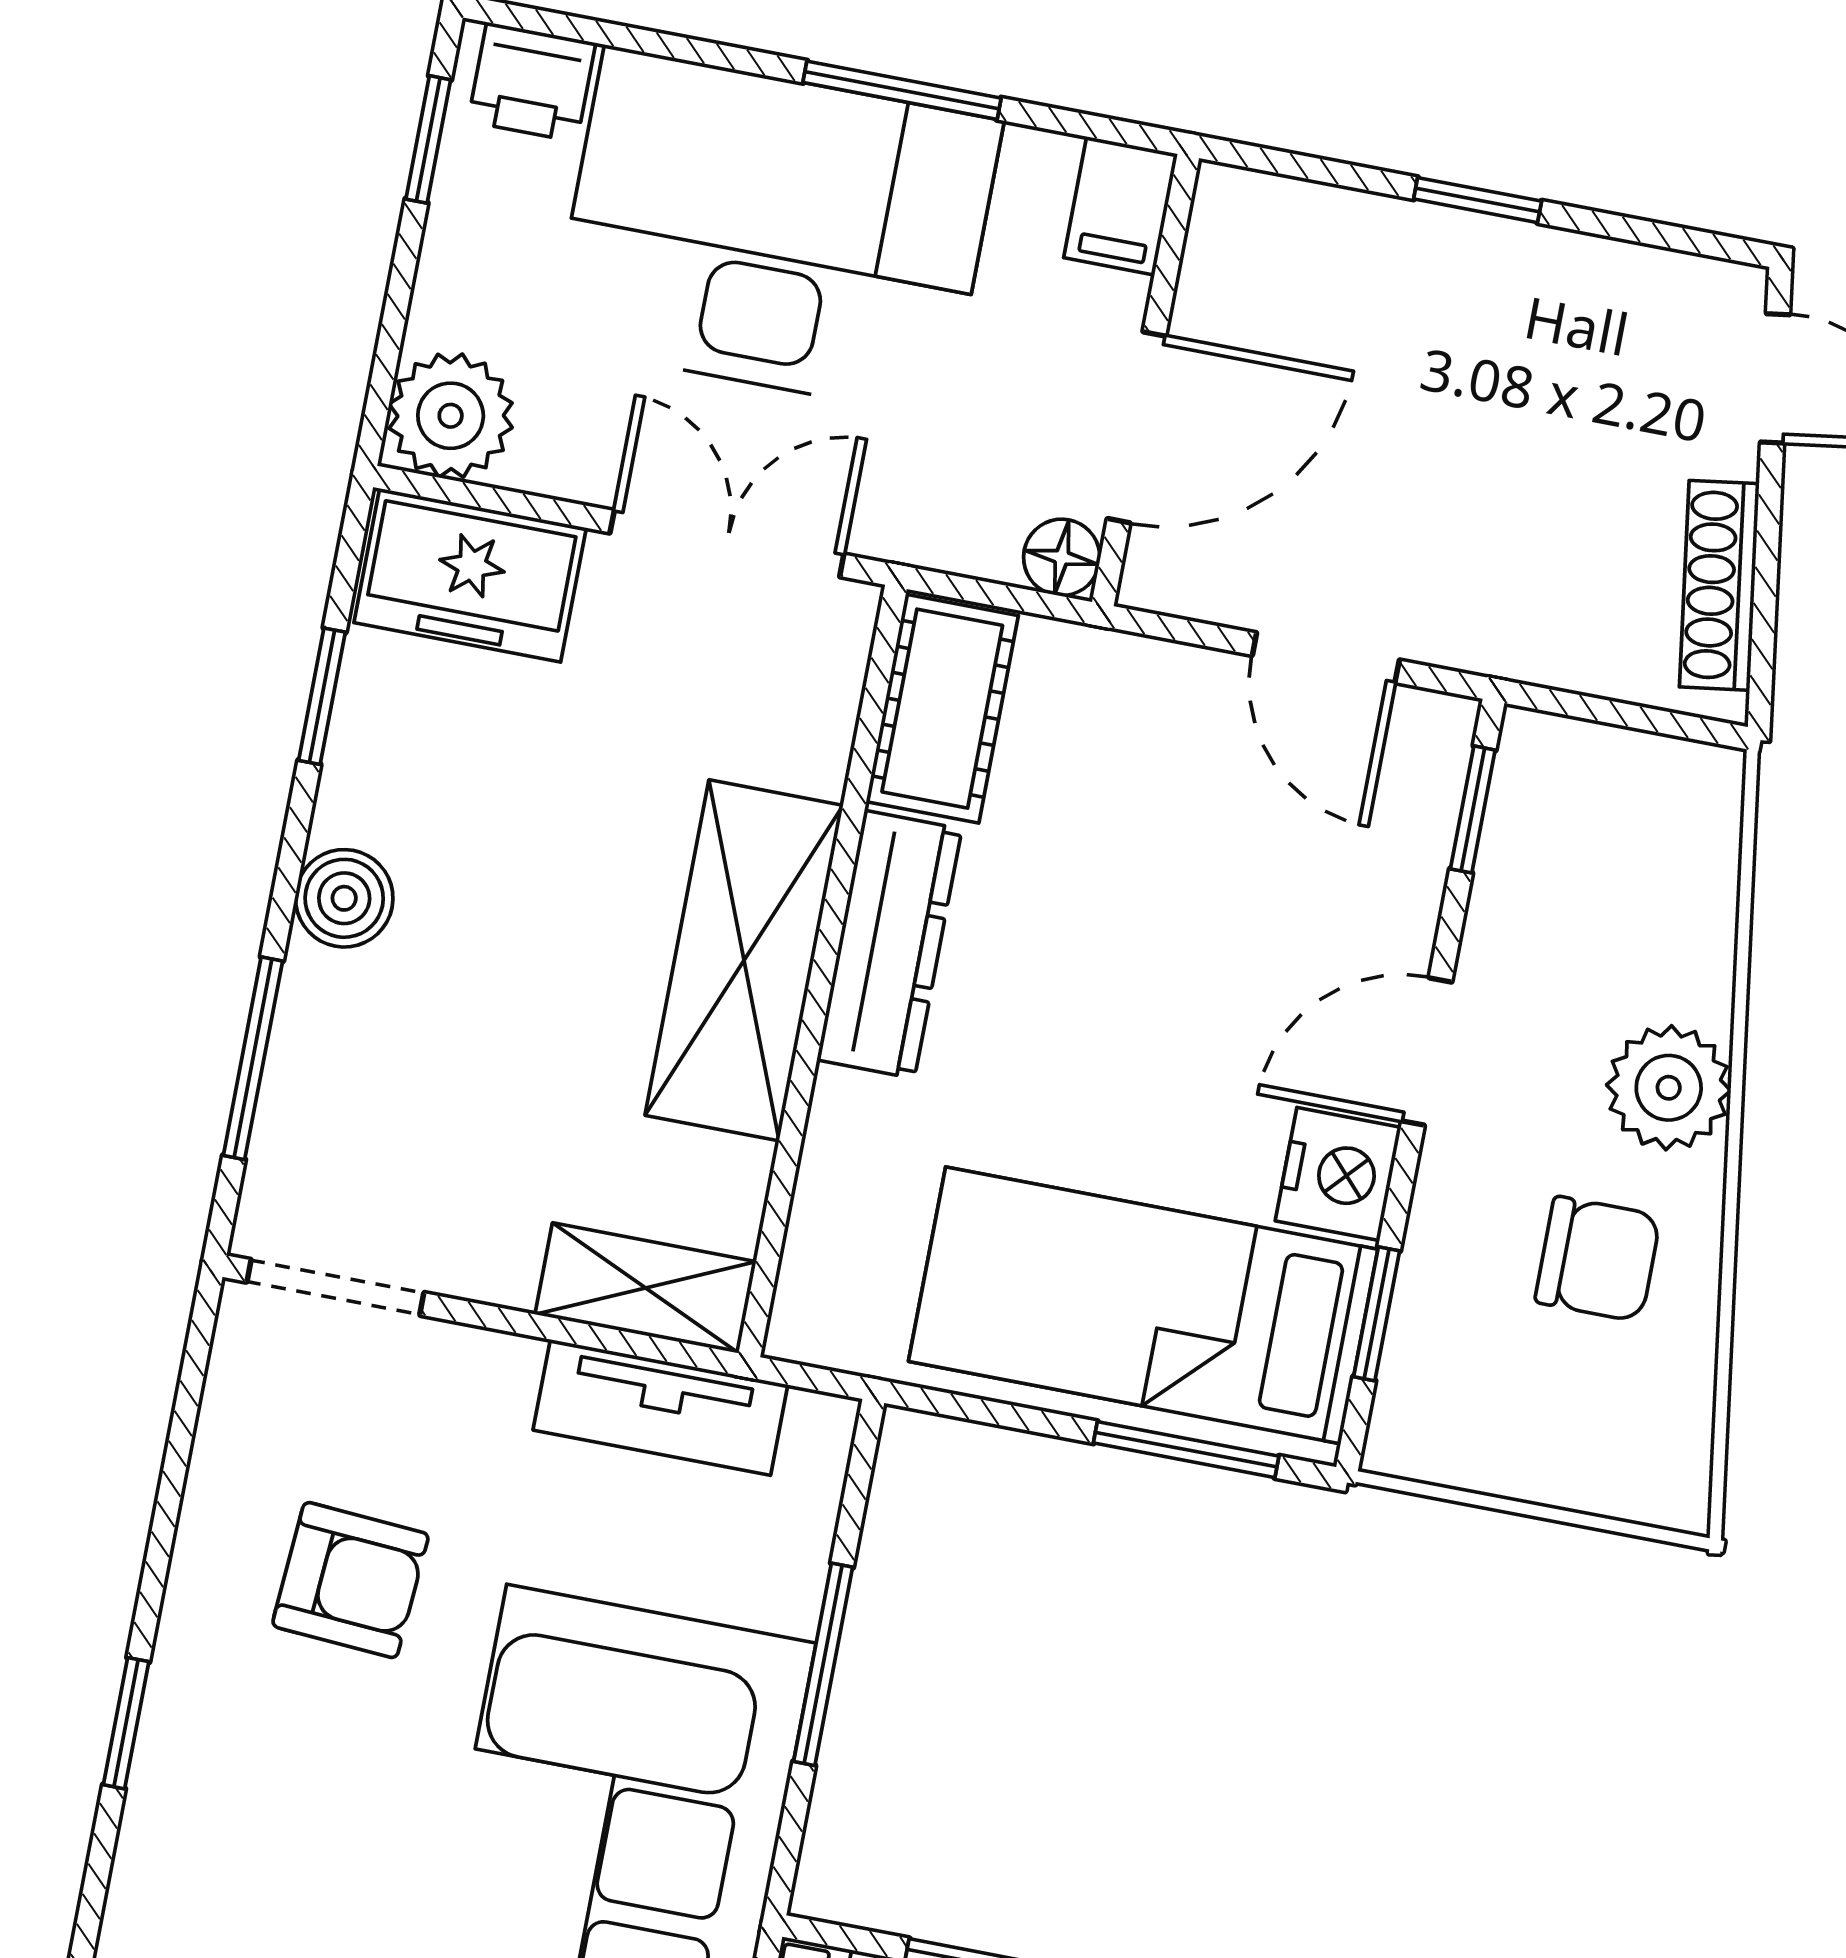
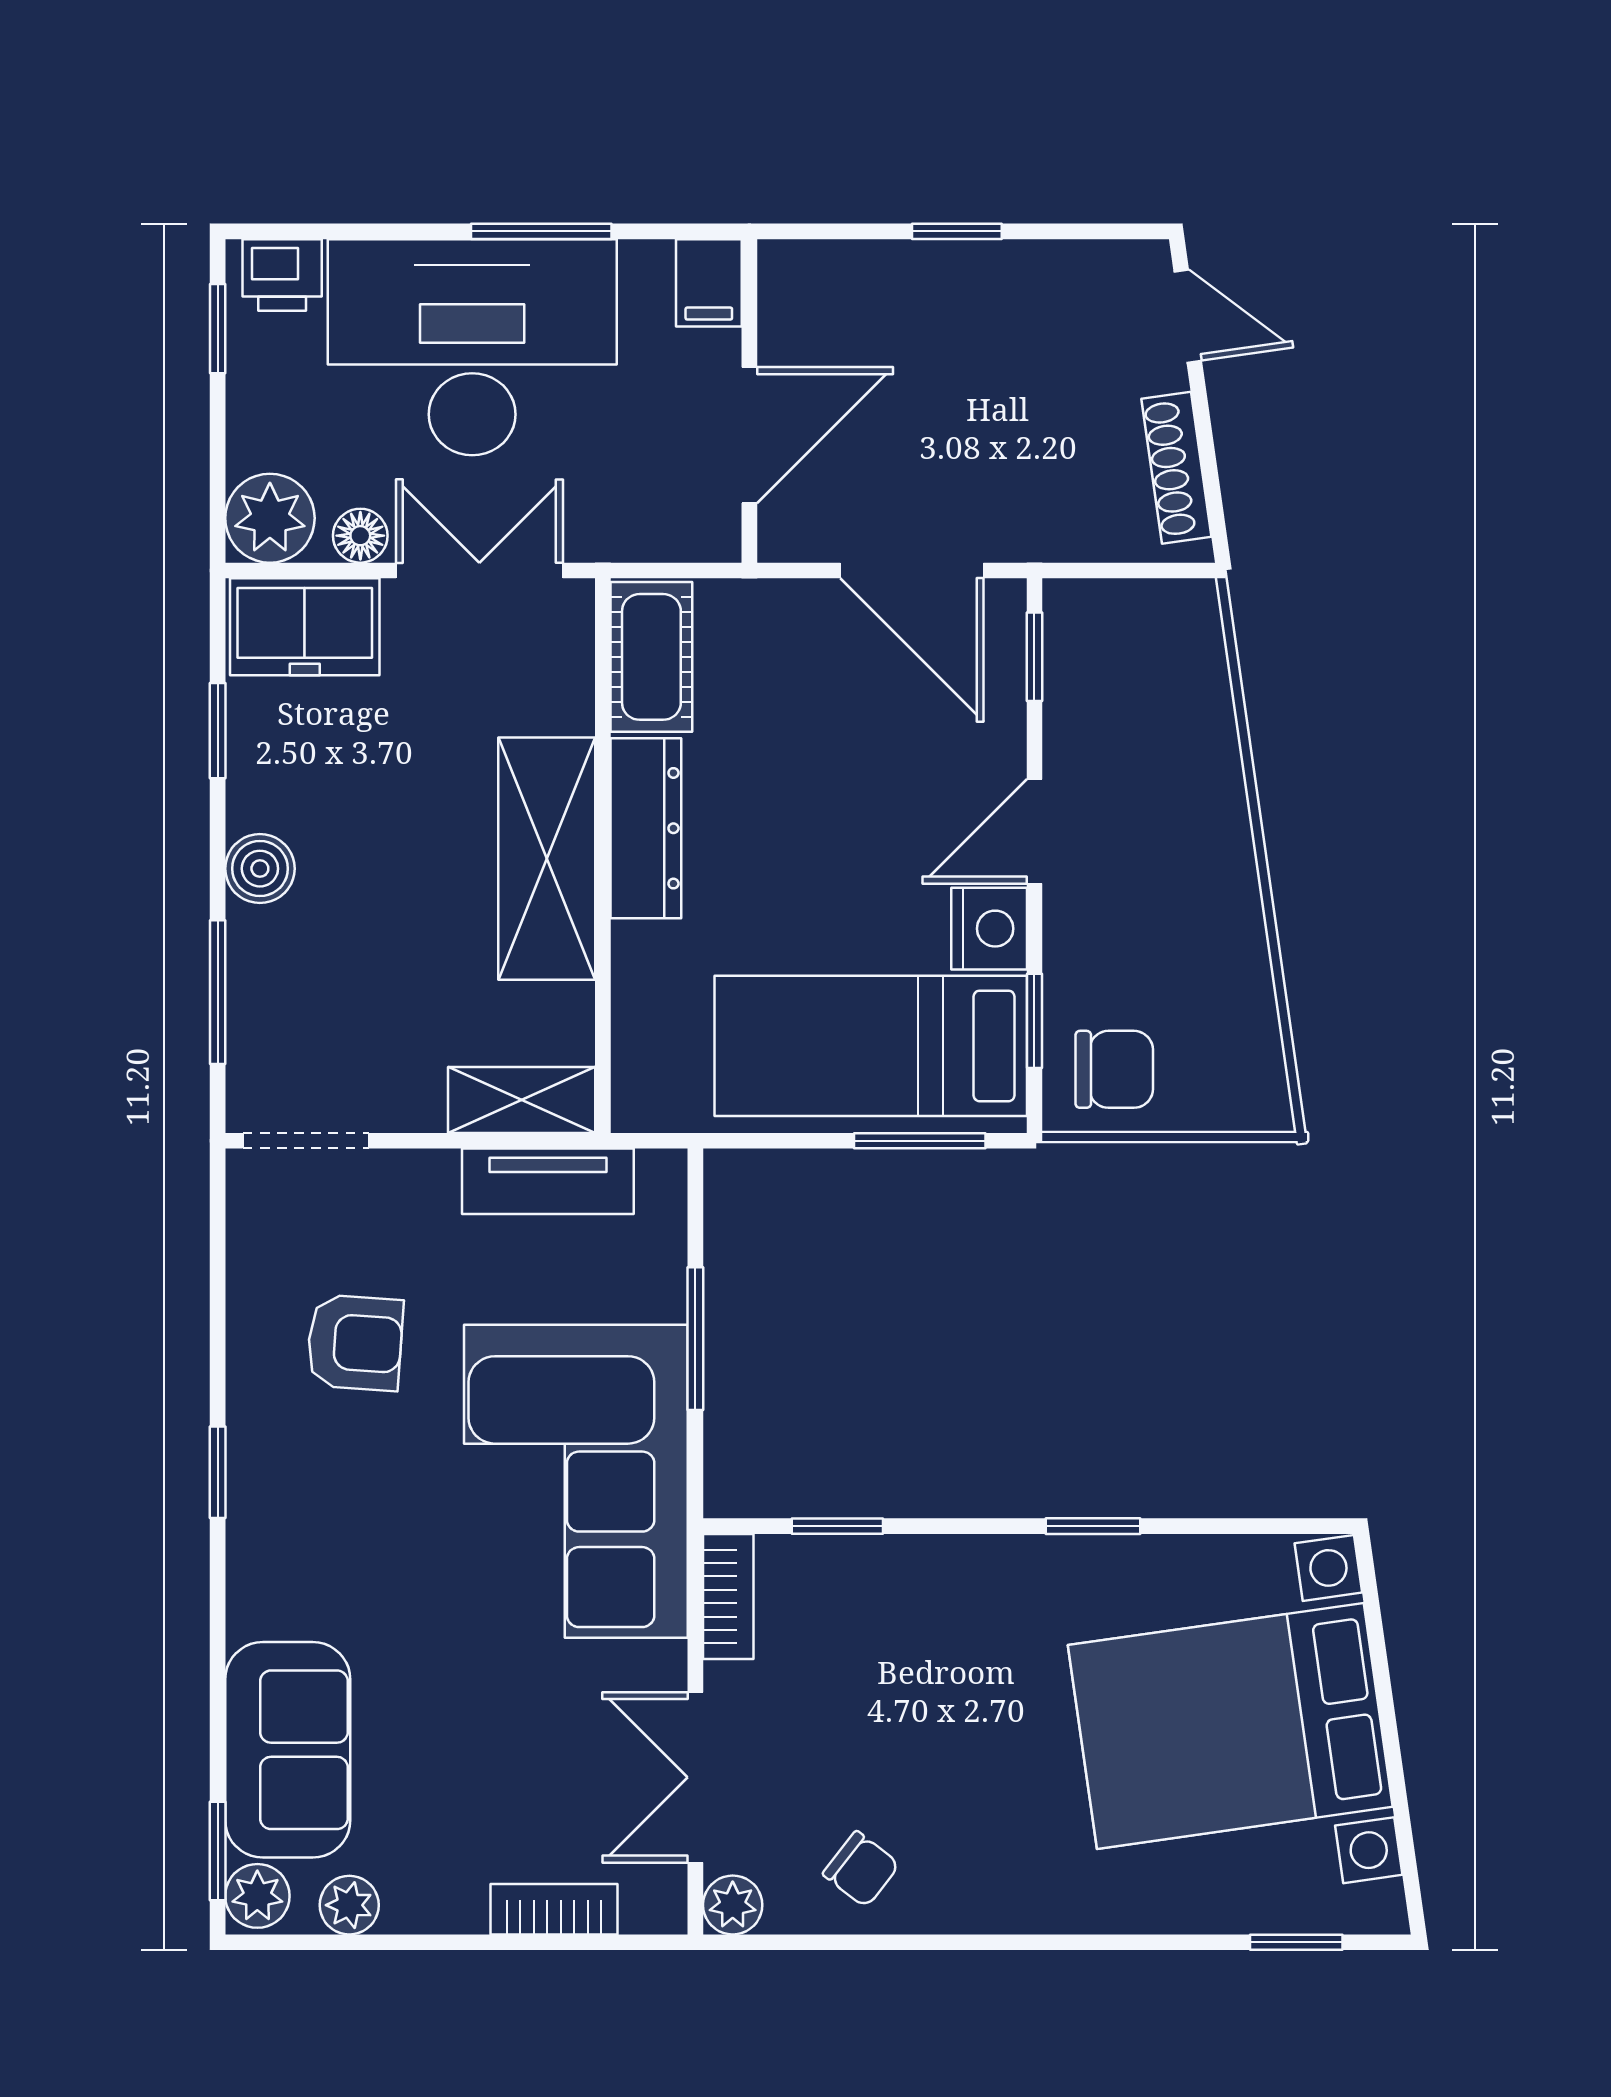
floor lamp: (1062, 557) -> (360, 536), moved
door: (1326, 658) -> (912, 571), width x1.38
plant: (1669, 1088) -> (1208, 825), removed
chair: (1598, 1259) -> (1114, 1069), moved

